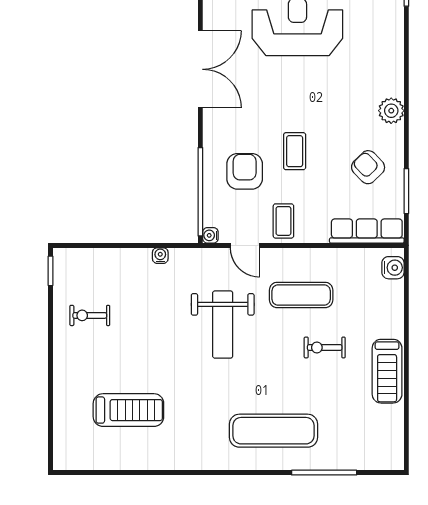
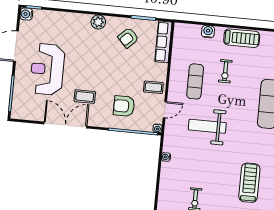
coffee table: (295, 151) -> (85, 97), moved
water cooler: (393, 268) -> (208, 32), moved
weight bench: (223, 325) -> (207, 126), turned 180

